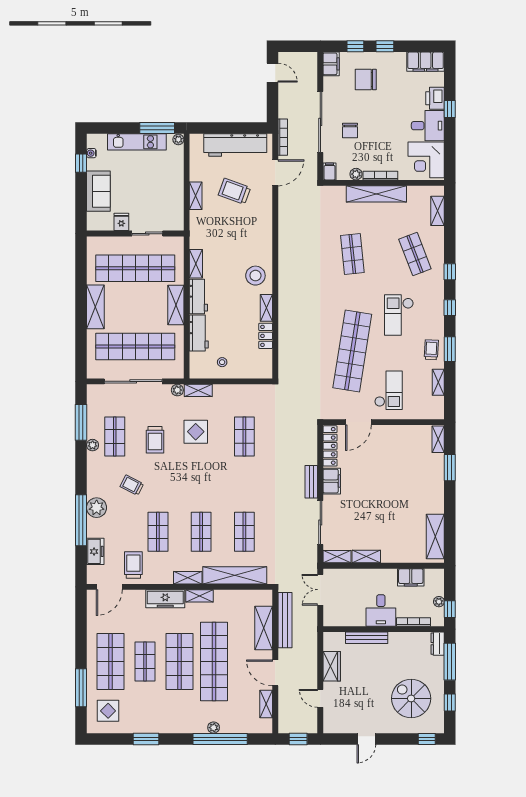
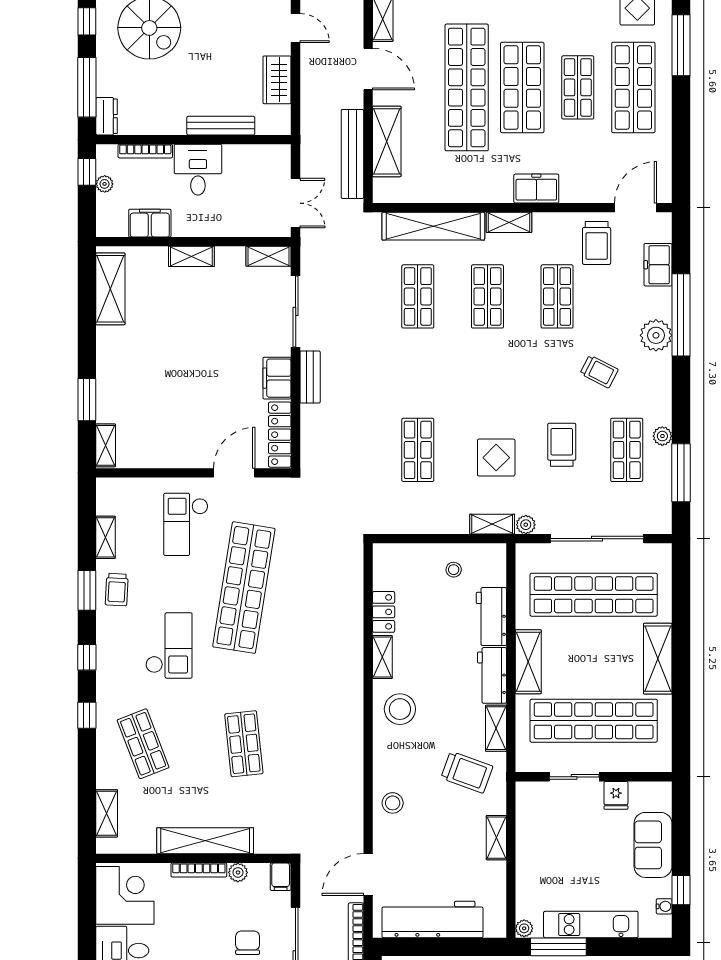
trolley: (234, 191) -> (467, 772), moved
stool: (260, 217) -> (393, 803), added
shelving: (366, 557) -> (191, 256), moved
shelving: (200, 596) -> (490, 193), removed
freezer: (165, 599) -> (536, 189), width x0.71

